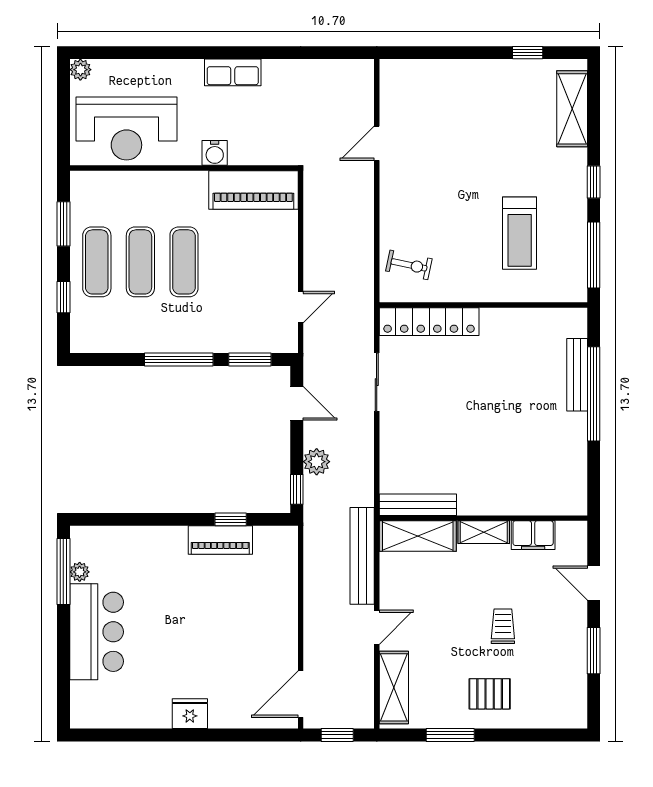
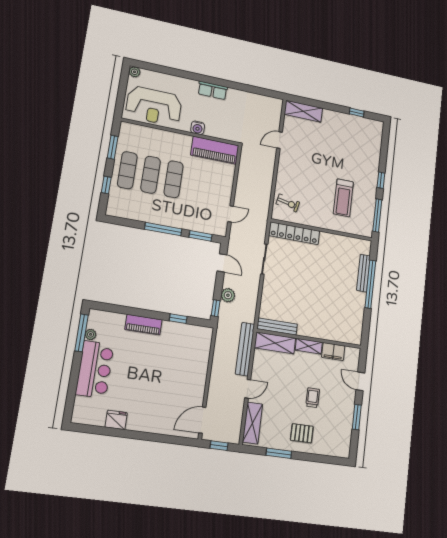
shelving: (572, 109) -> (303, 111), moved, turned 90
piano: (220, 540) -> (143, 325), moved
fridge: (190, 714) -> (116, 420), moved

